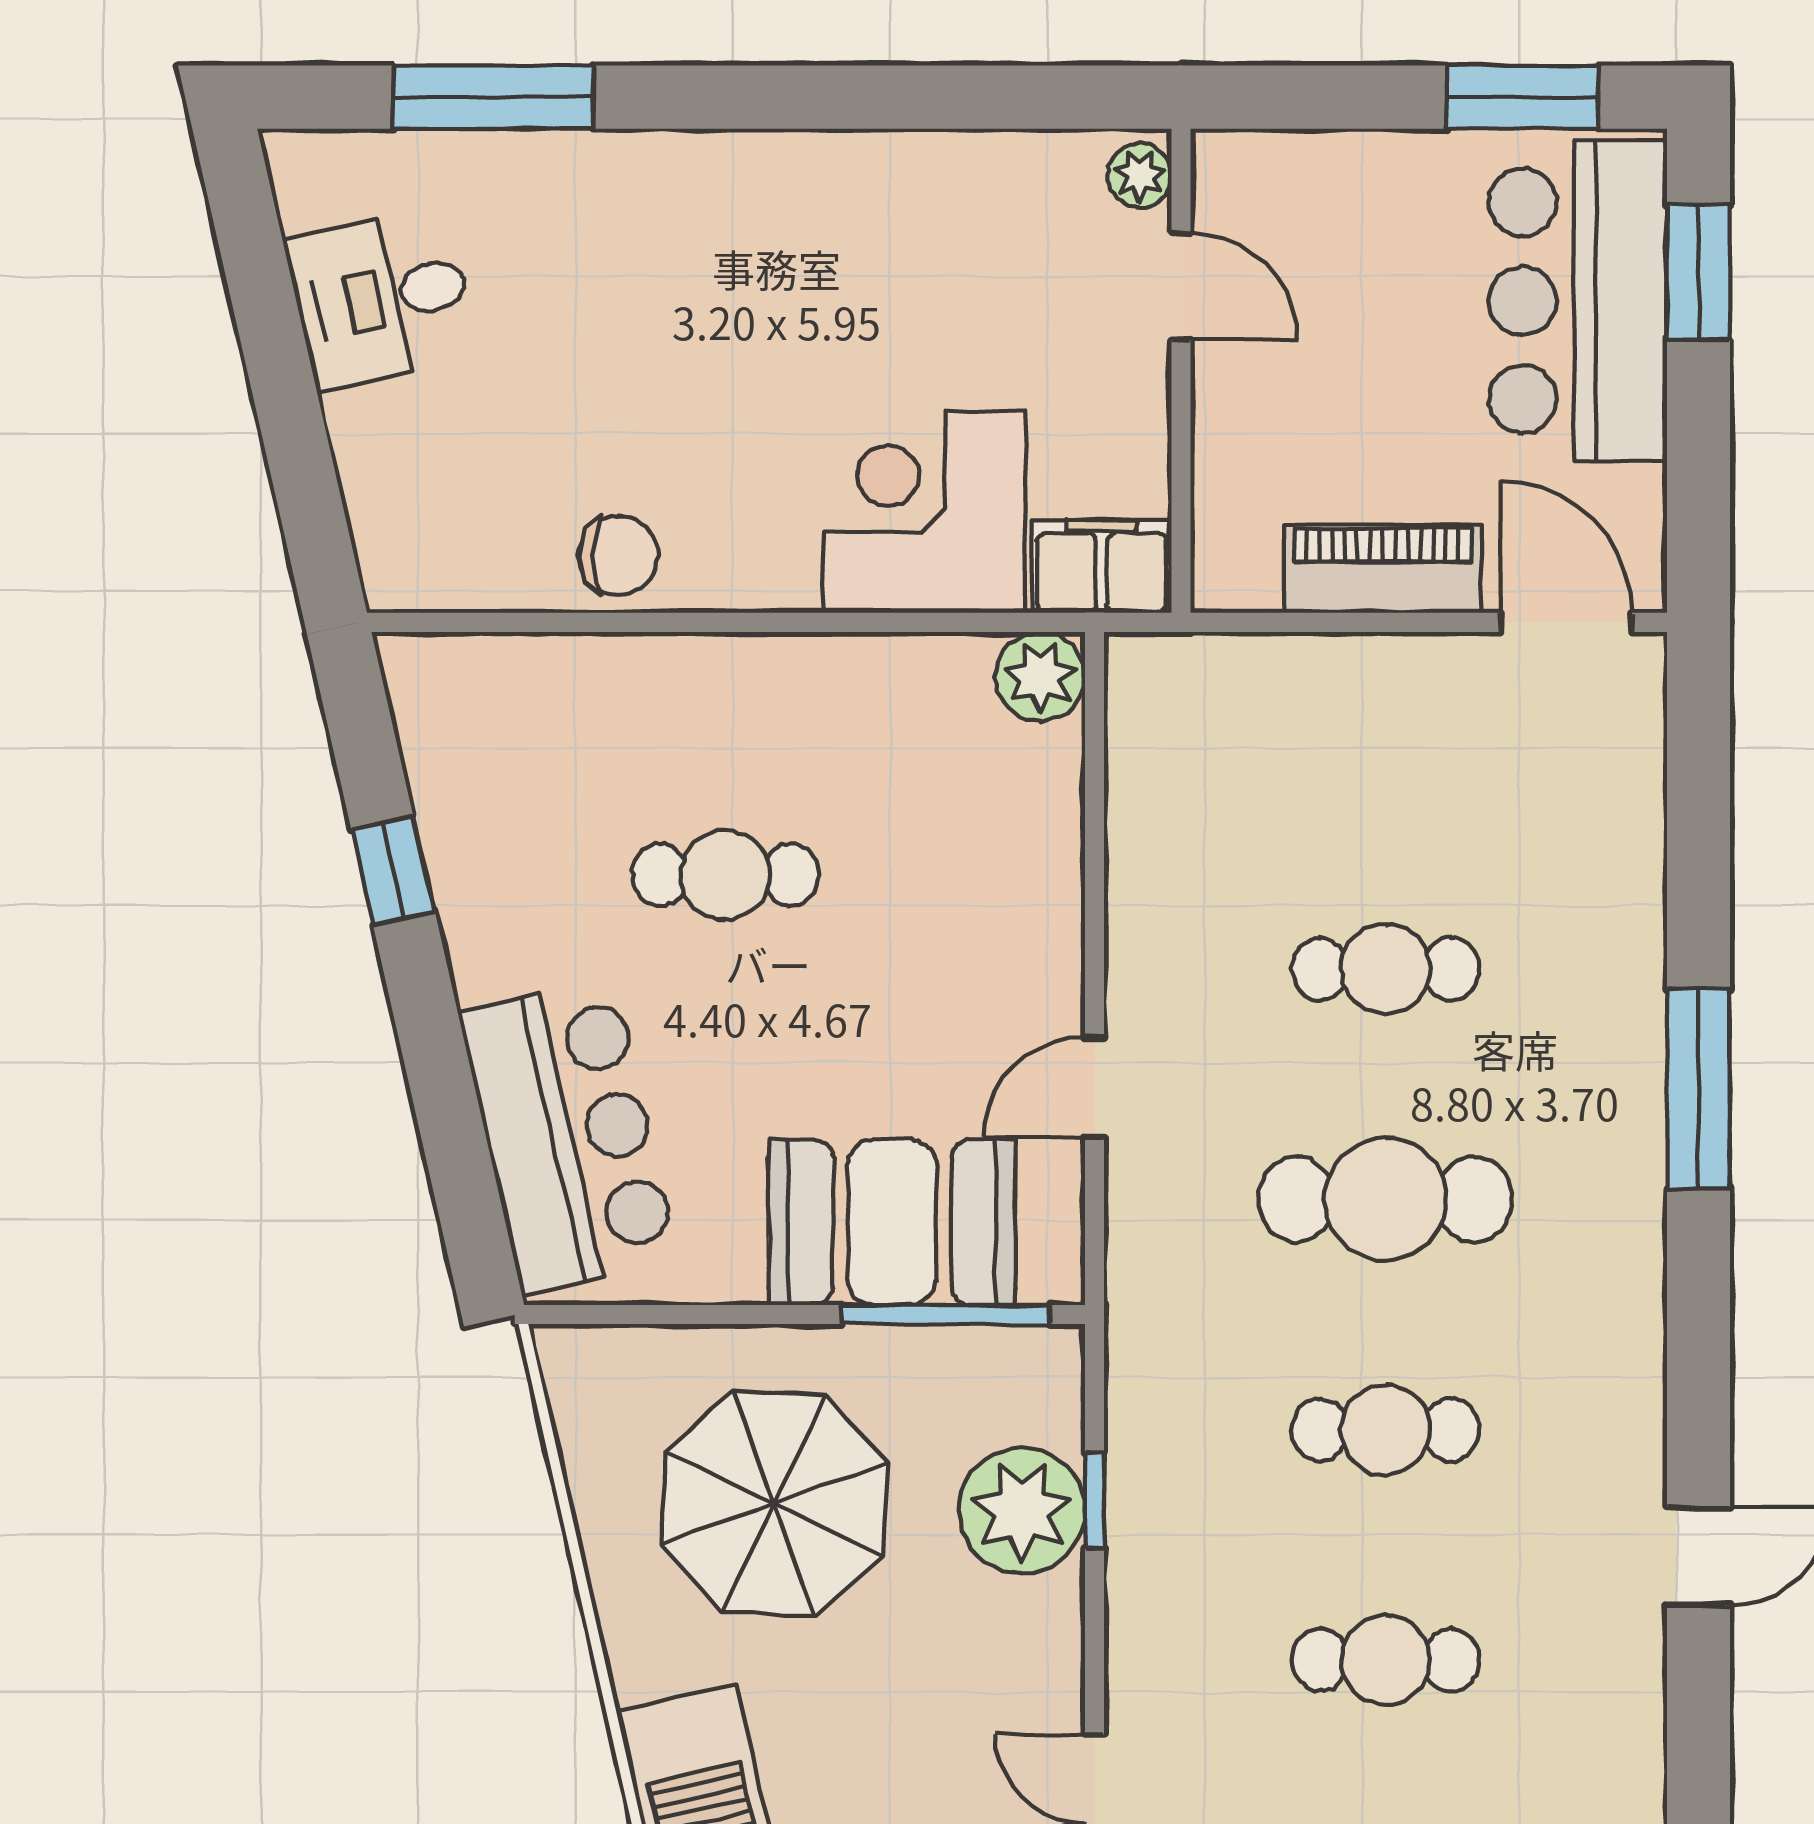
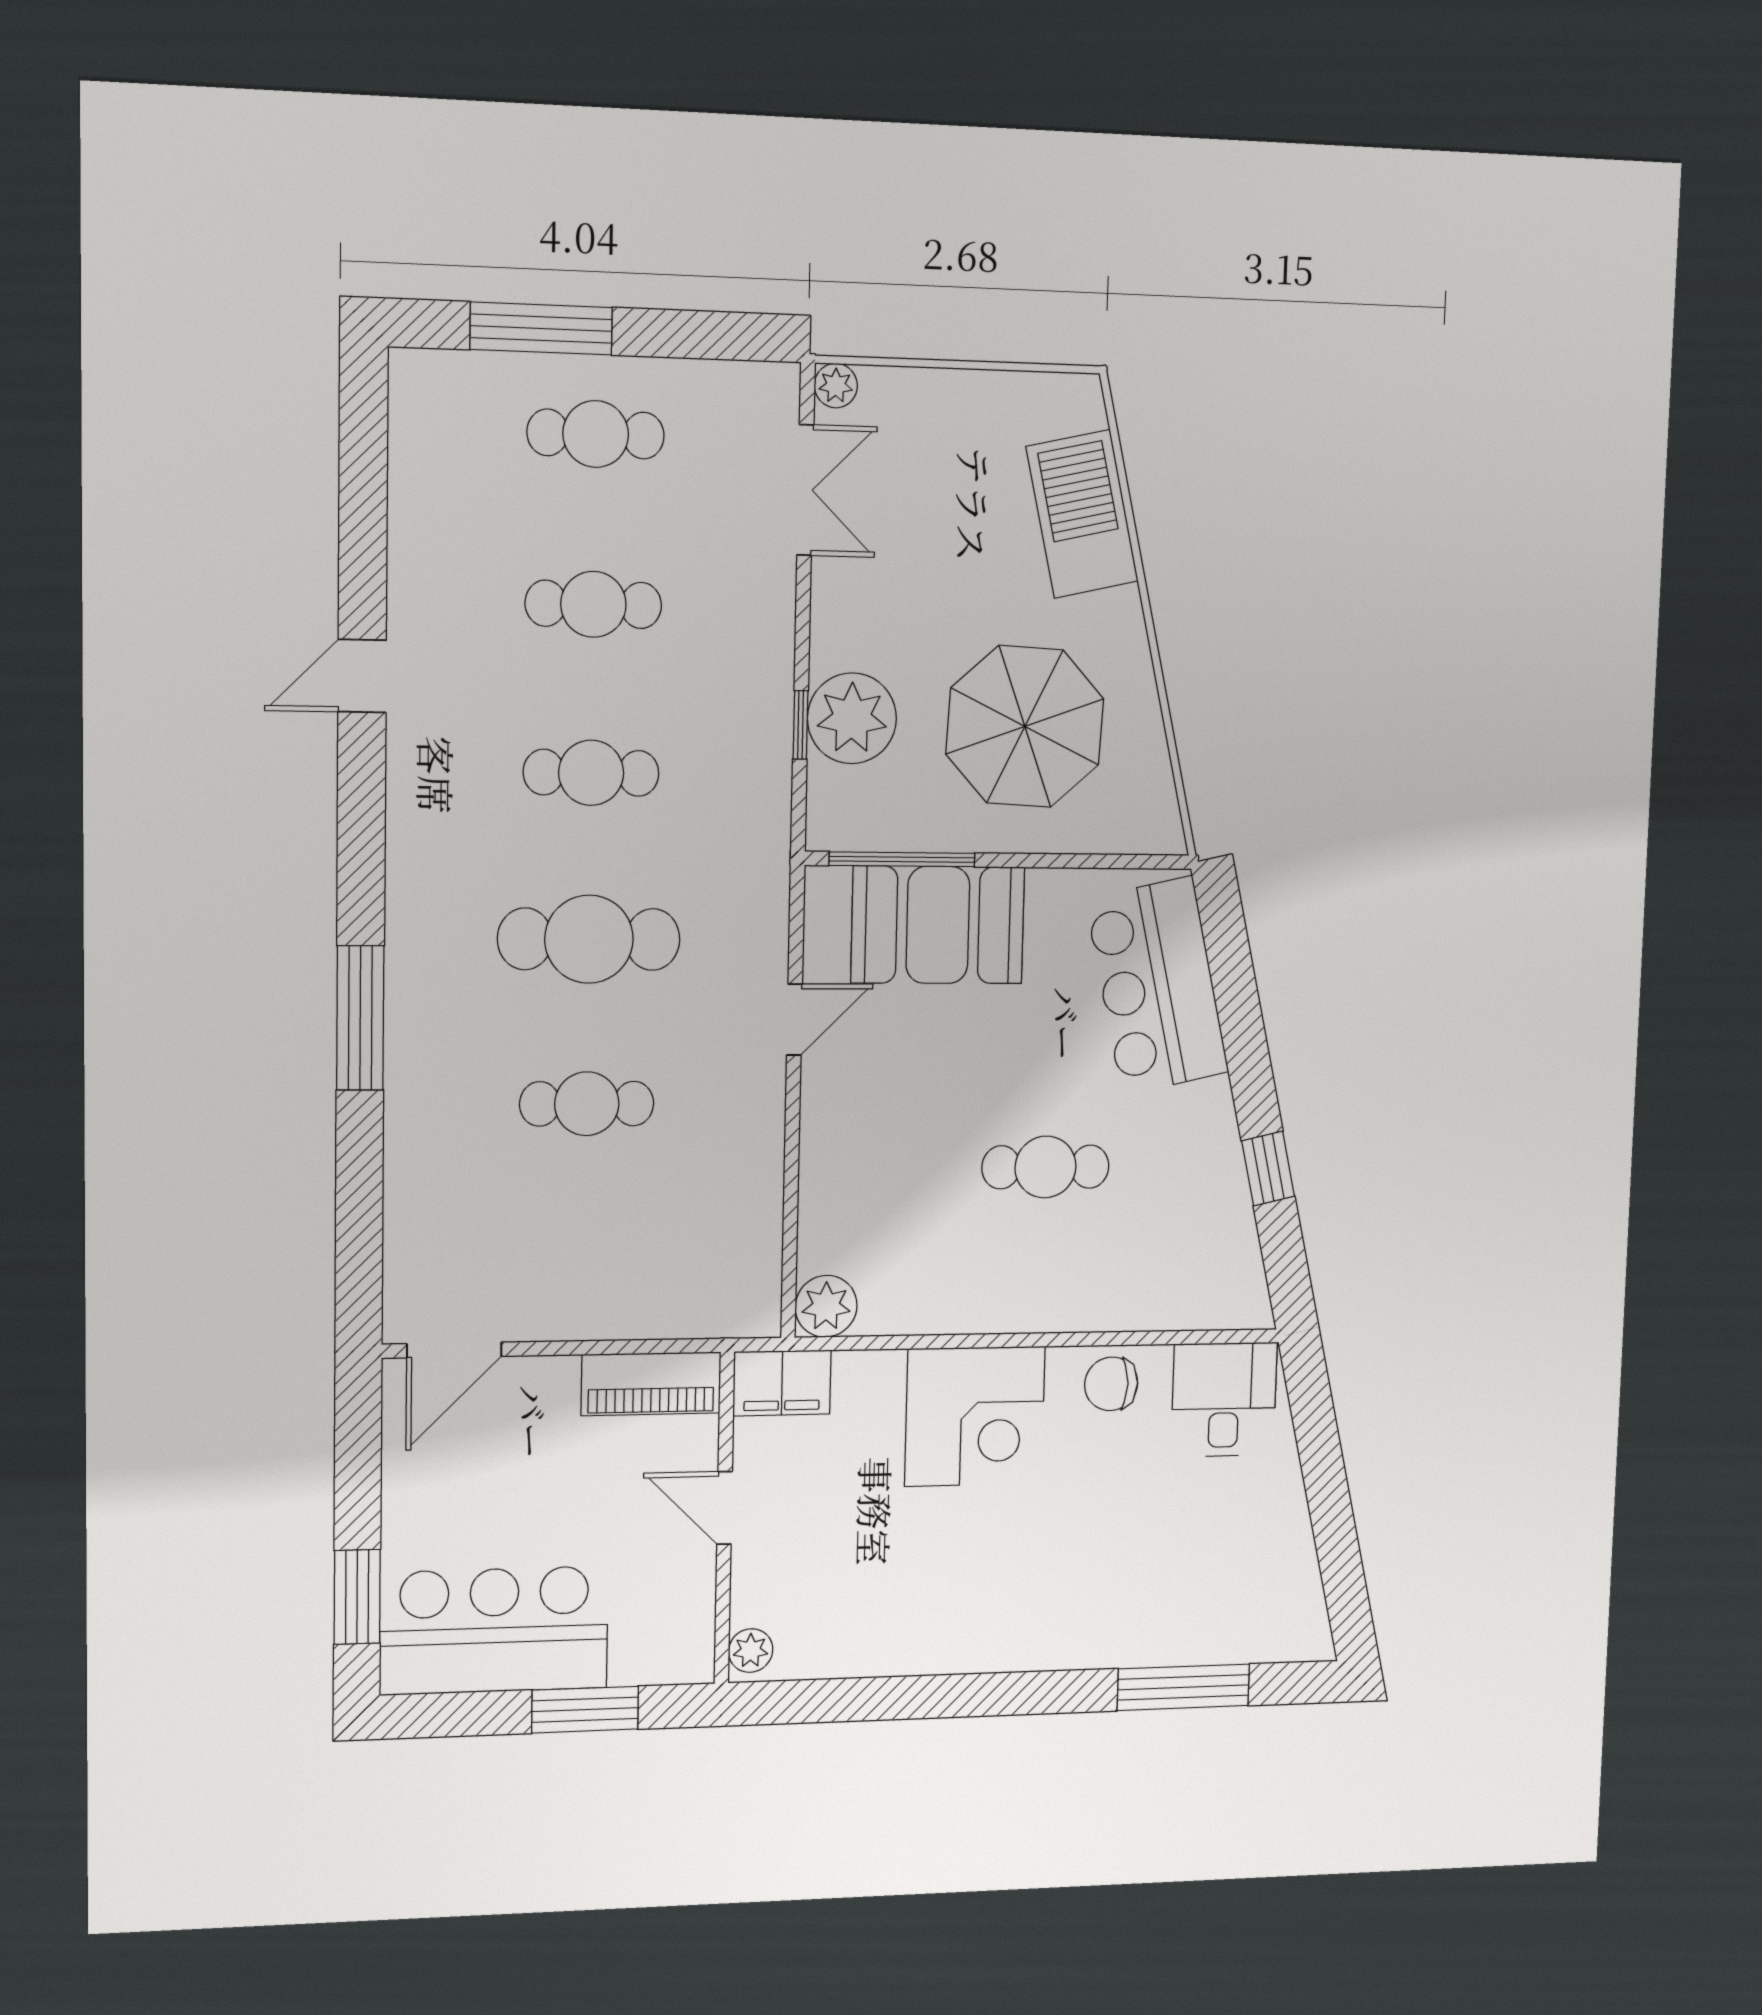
window: (1523, 97) -> (585, 1710), moved
door: (1181, 287) -> (725, 1508), moved
desk: (382, 298) -> (1224, 1400), moved, turned -77
bar counter: (1578, 301) -> (494, 1630), moved, turned -90
corner desk: (925, 512) -> (975, 1416), moved
piano: (1383, 569) -> (651, 1384), moved
door: (1566, 622) -> (454, 1350), hinge flipped

